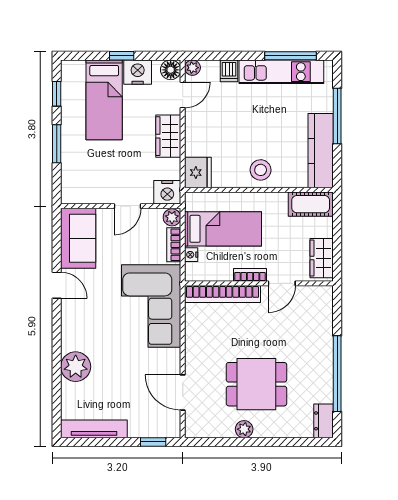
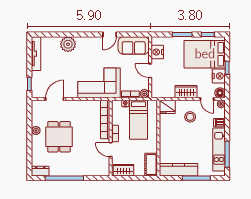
bed: (104, 100) -> (205, 54), width x1.50
stool: (261, 170) -> (190, 117), moved
nightstand: (167, 192) -> (157, 52), moved

